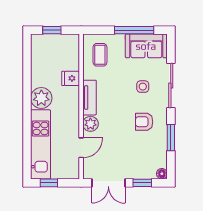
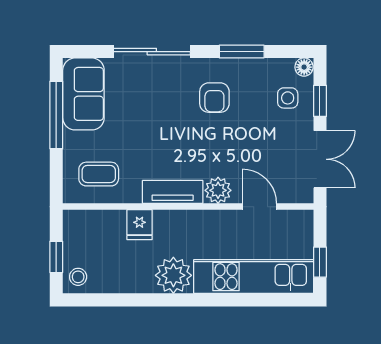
stool: (40, 43) -> (78, 277), added
side table: (143, 87) -> (288, 98), moved

